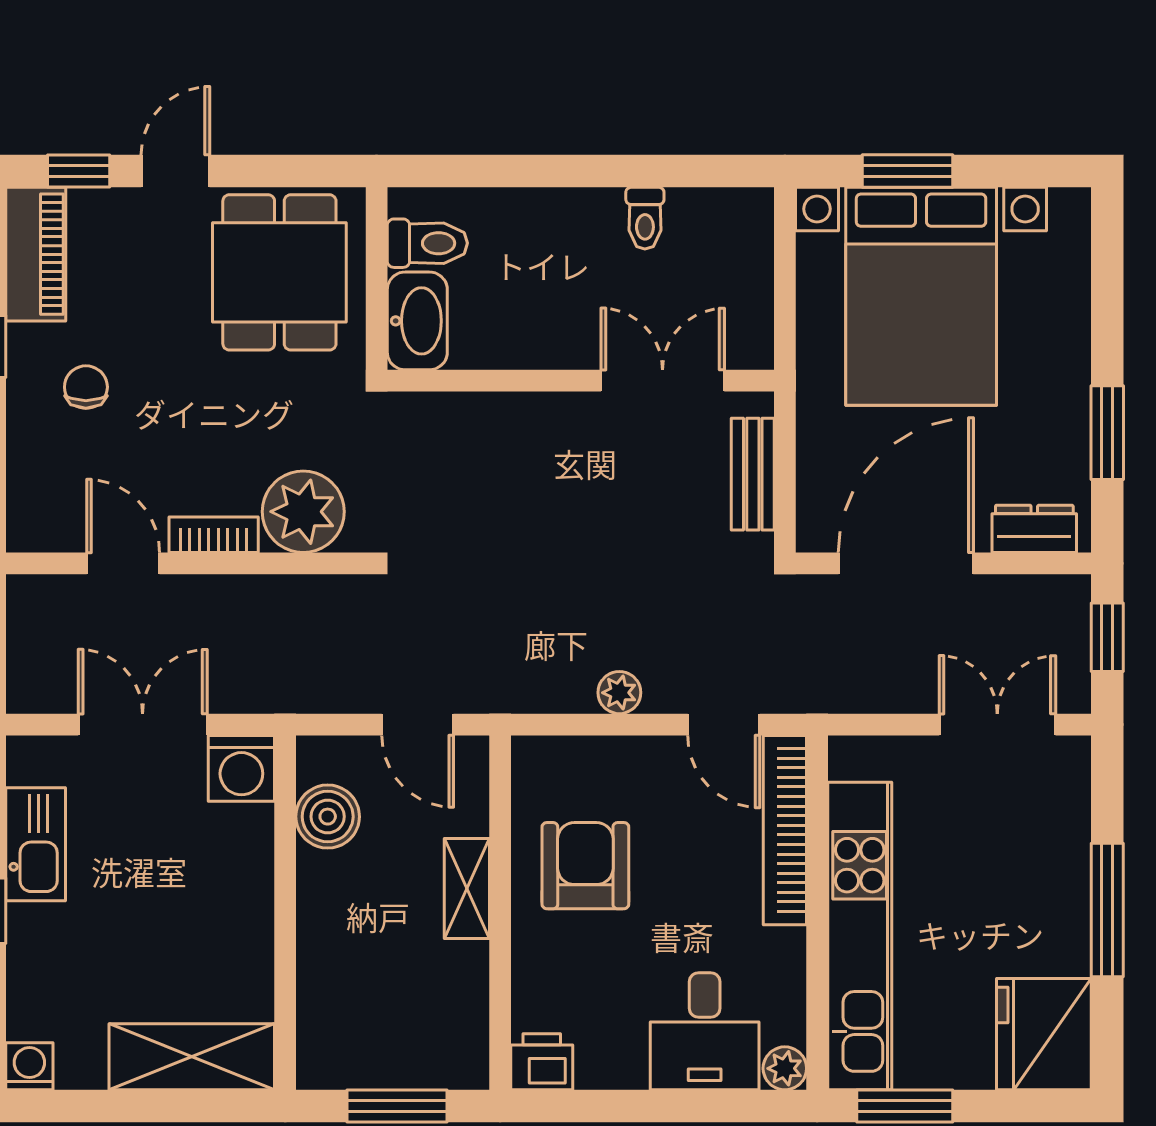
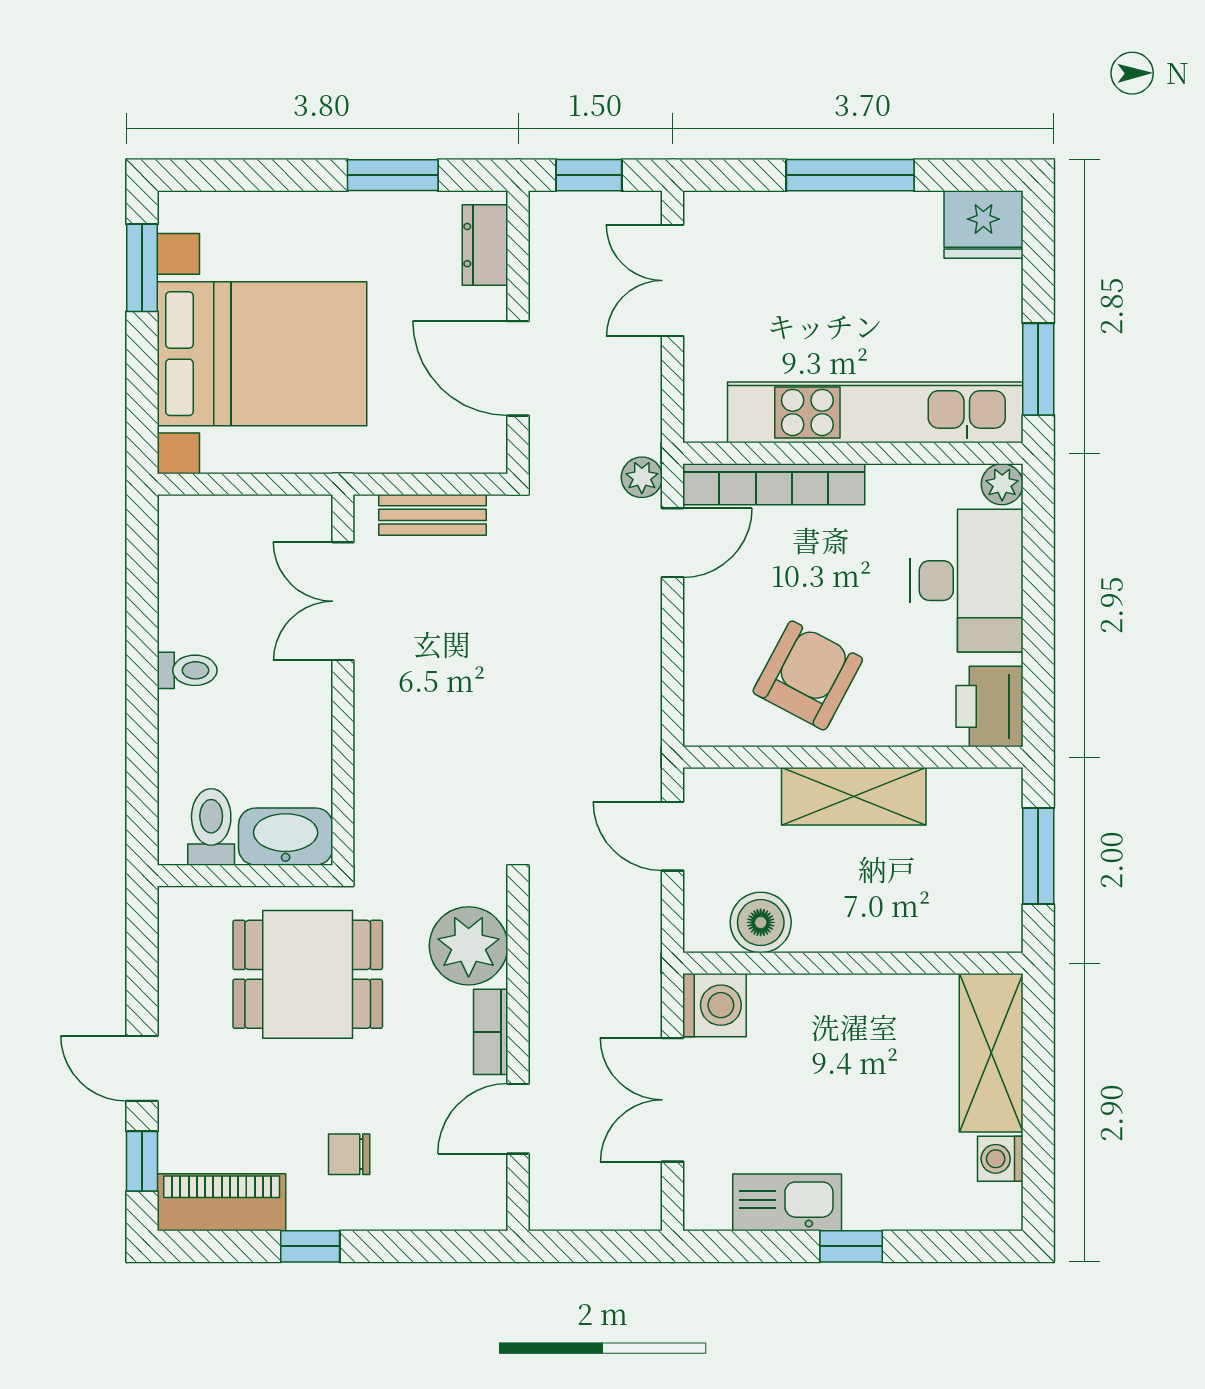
window: (908, 171) -> (142, 268), moved
toilet: (645, 218) -> (187, 670), moved
dining table: (279, 272) -> (308, 974), moved
door: (906, 563) -> (518, 368), width x0.73
plant: (619, 693) -> (642, 477), moved
door: (418, 725) -> (673, 836), swing flipped
armchair: (585, 866) -> (808, 675), turned 118
shelving: (467, 889) -> (854, 796), width x1.50, depth x1.33
desk: (705, 1031) -> (967, 581), width x1.37
fridge: (1044, 1034) -> (983, 224), width x0.73, depth x0.75
printer: (542, 1062) -> (989, 706), width x1.36, depth x1.24
washing machine: (29, 1066) -> (1000, 1159), moved

